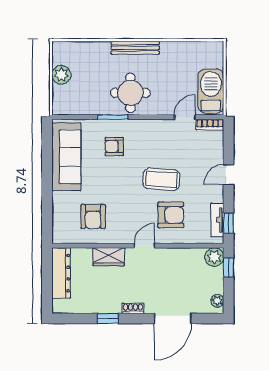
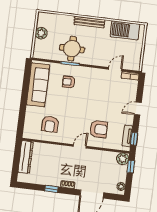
barbecue: (211, 91) -> (125, 30), moved, turned -90
round table: (130, 93) -> (72, 49), moved
coffee table: (161, 179) -> (96, 106), removed
wardrobe: (109, 257) -> (57, 150), removed

